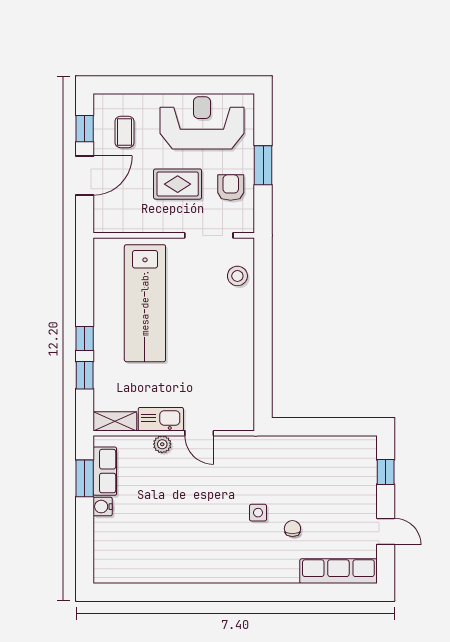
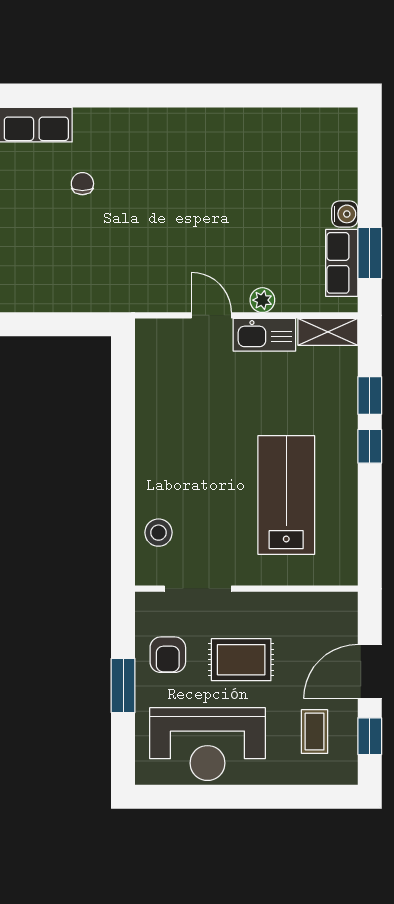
lab bench: (145, 303) -> (286, 495), width x0.73
side table: (258, 513) -> (130, 206), removed
chair: (292, 529) -> (82, 184), turned 180

